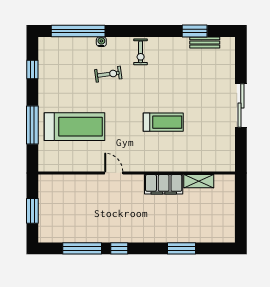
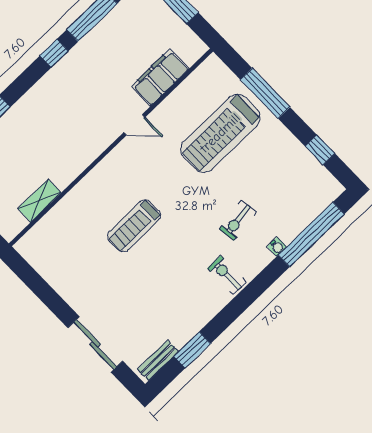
bench: (205, 42) -> (158, 360), moved
sliding door: (241, 106) -> (95, 344), moved
filing cabinet: (164, 184) -> (160, 77), moved

